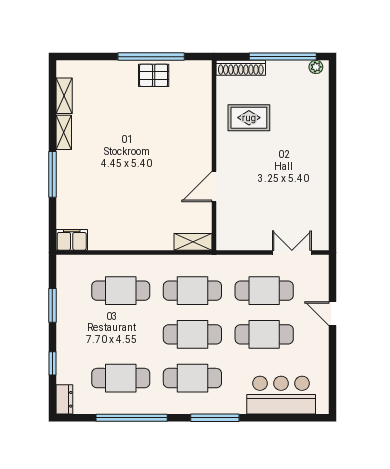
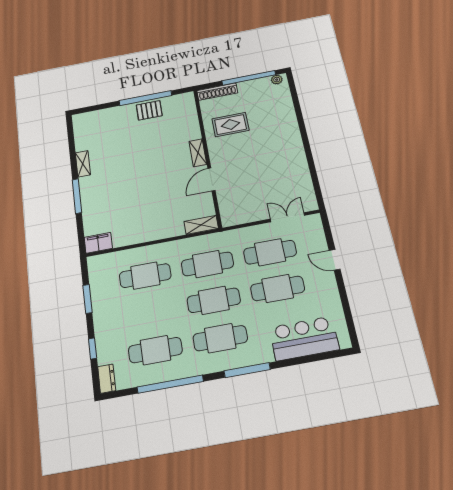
shelving: (64, 96) -> (198, 153), moved

